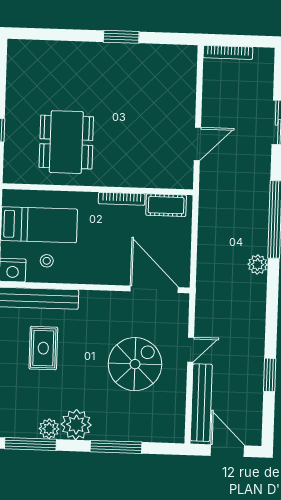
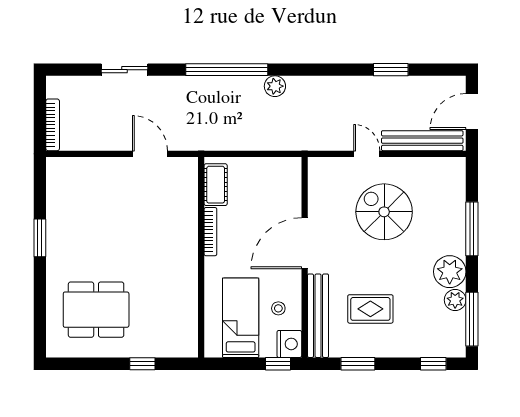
dining table: (66, 142) -> (96, 310), moved
door: (154, 289) -> (305, 243), moved

